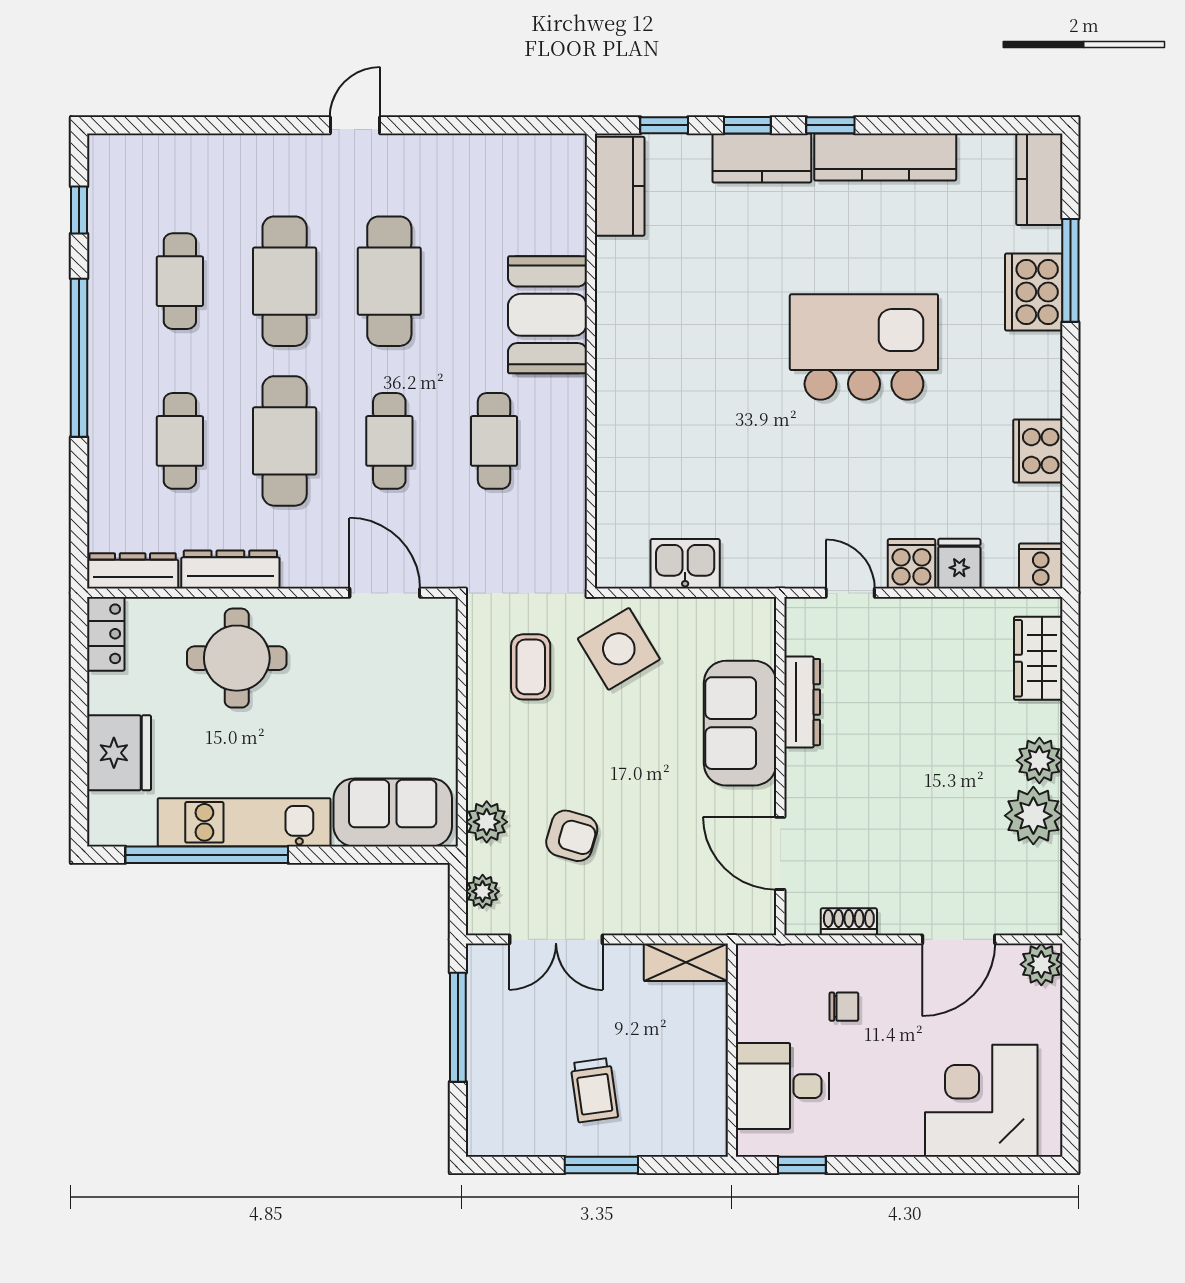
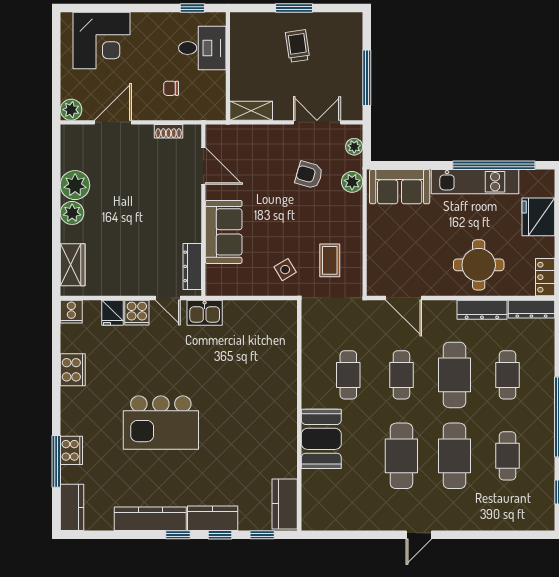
cooker: (1034, 292) -> (71, 450), width x0.73, depth x0.76
kitchen sink: (685, 564) -> (205, 313), moved
side table: (619, 649) -> (285, 270), width x0.54, depth x0.54
dresser: (802, 702) -> (192, 266), moved

